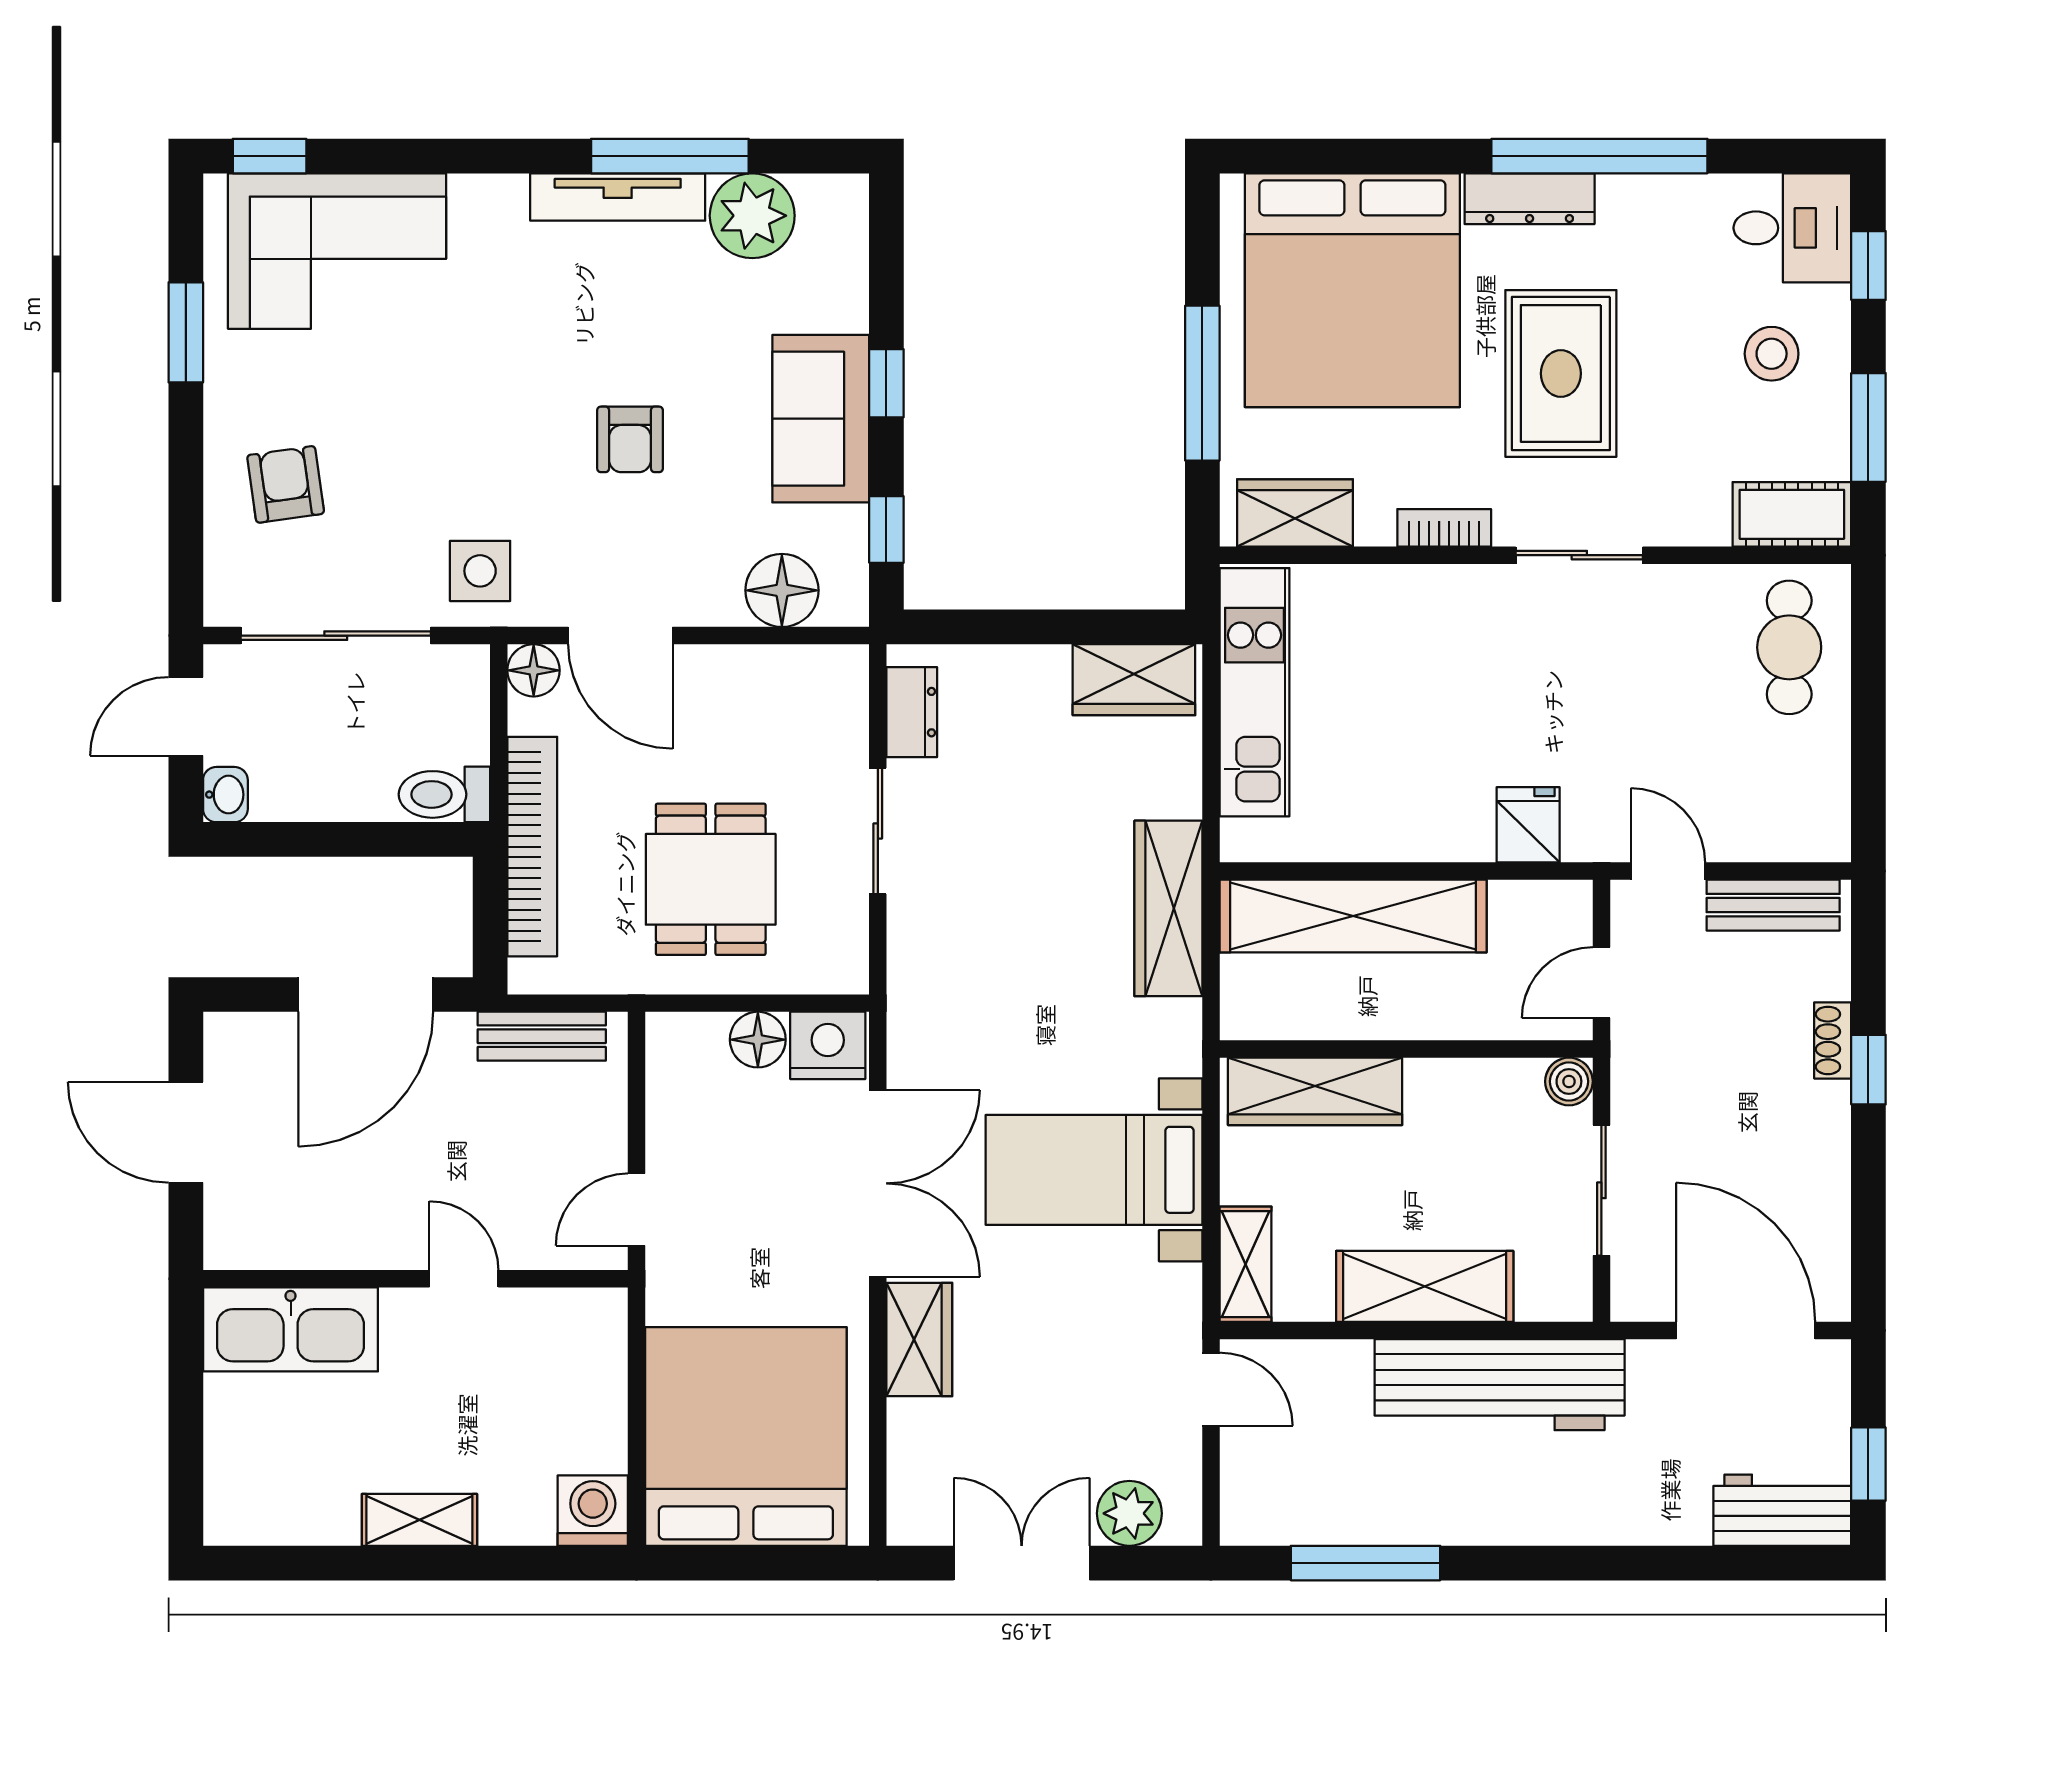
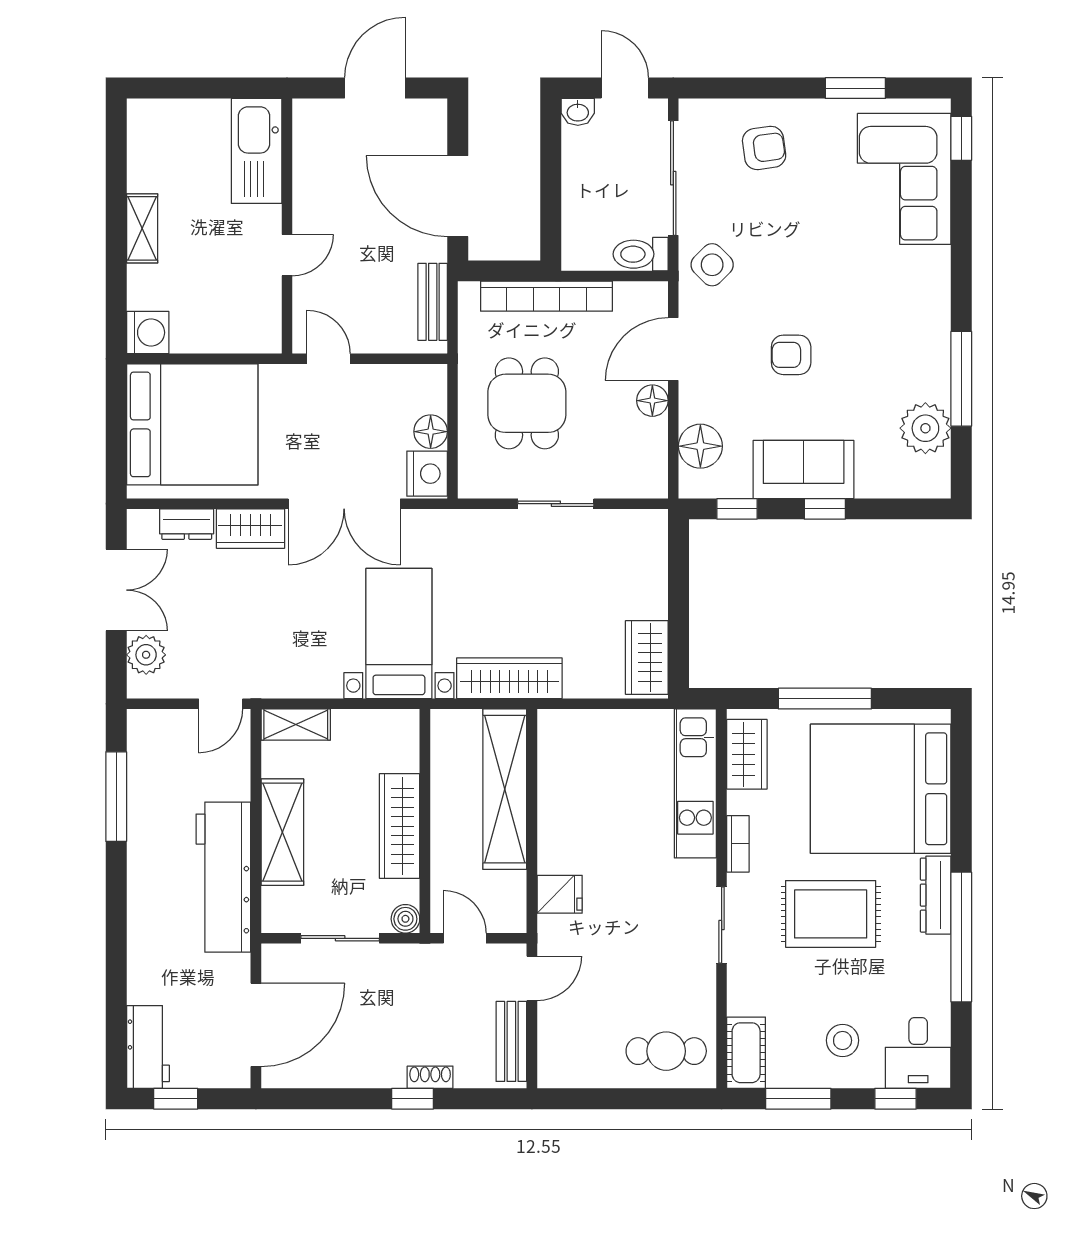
tv unit: (618, 197) -> (937, 347), removed
side table: (480, 571) -> (712, 265), turned 45
floor lamp: (534, 670) -> (652, 401), moved
kitchen unit: (1254, 692) -> (695, 783), moved, turned 90
dresser: (912, 712) -> (187, 524), moved
toilet: (444, 794) -> (641, 254), moved, turned -90
dining table: (711, 879) -> (527, 403), turned 90
wardrobe: (1315, 1091) -> (400, 826), moved
bed with nightstands: (1094, 1170) -> (399, 633), moved

